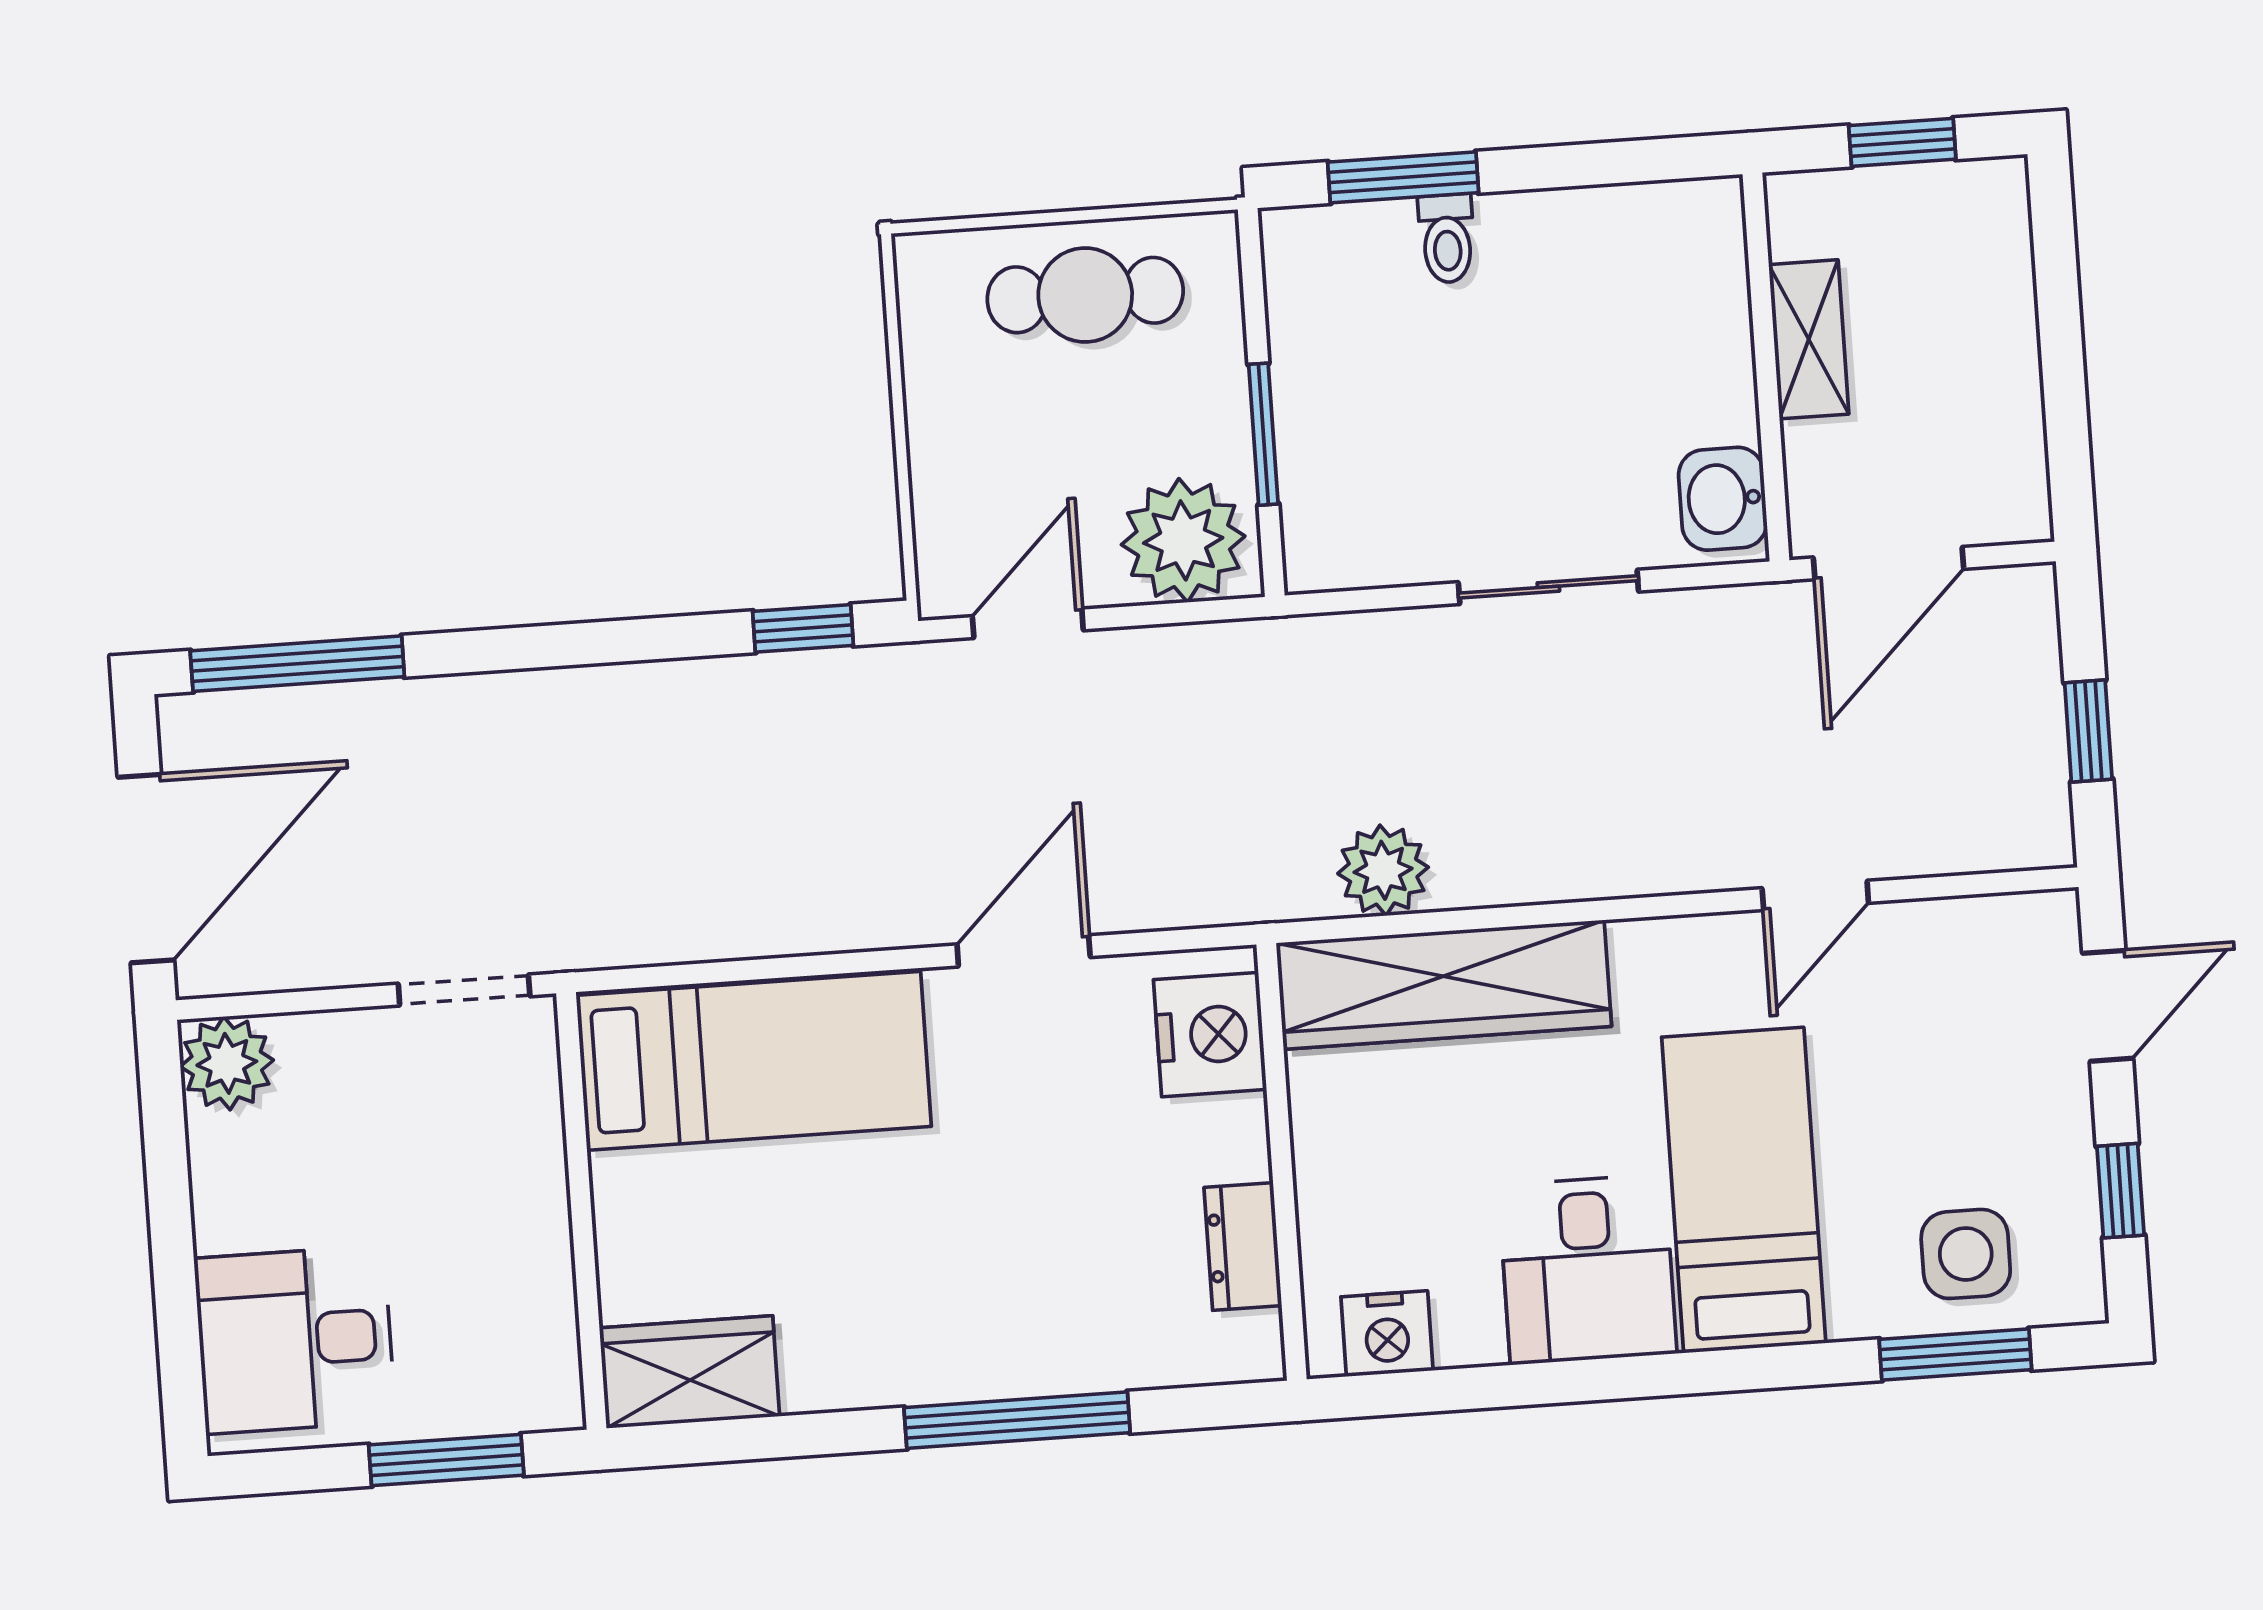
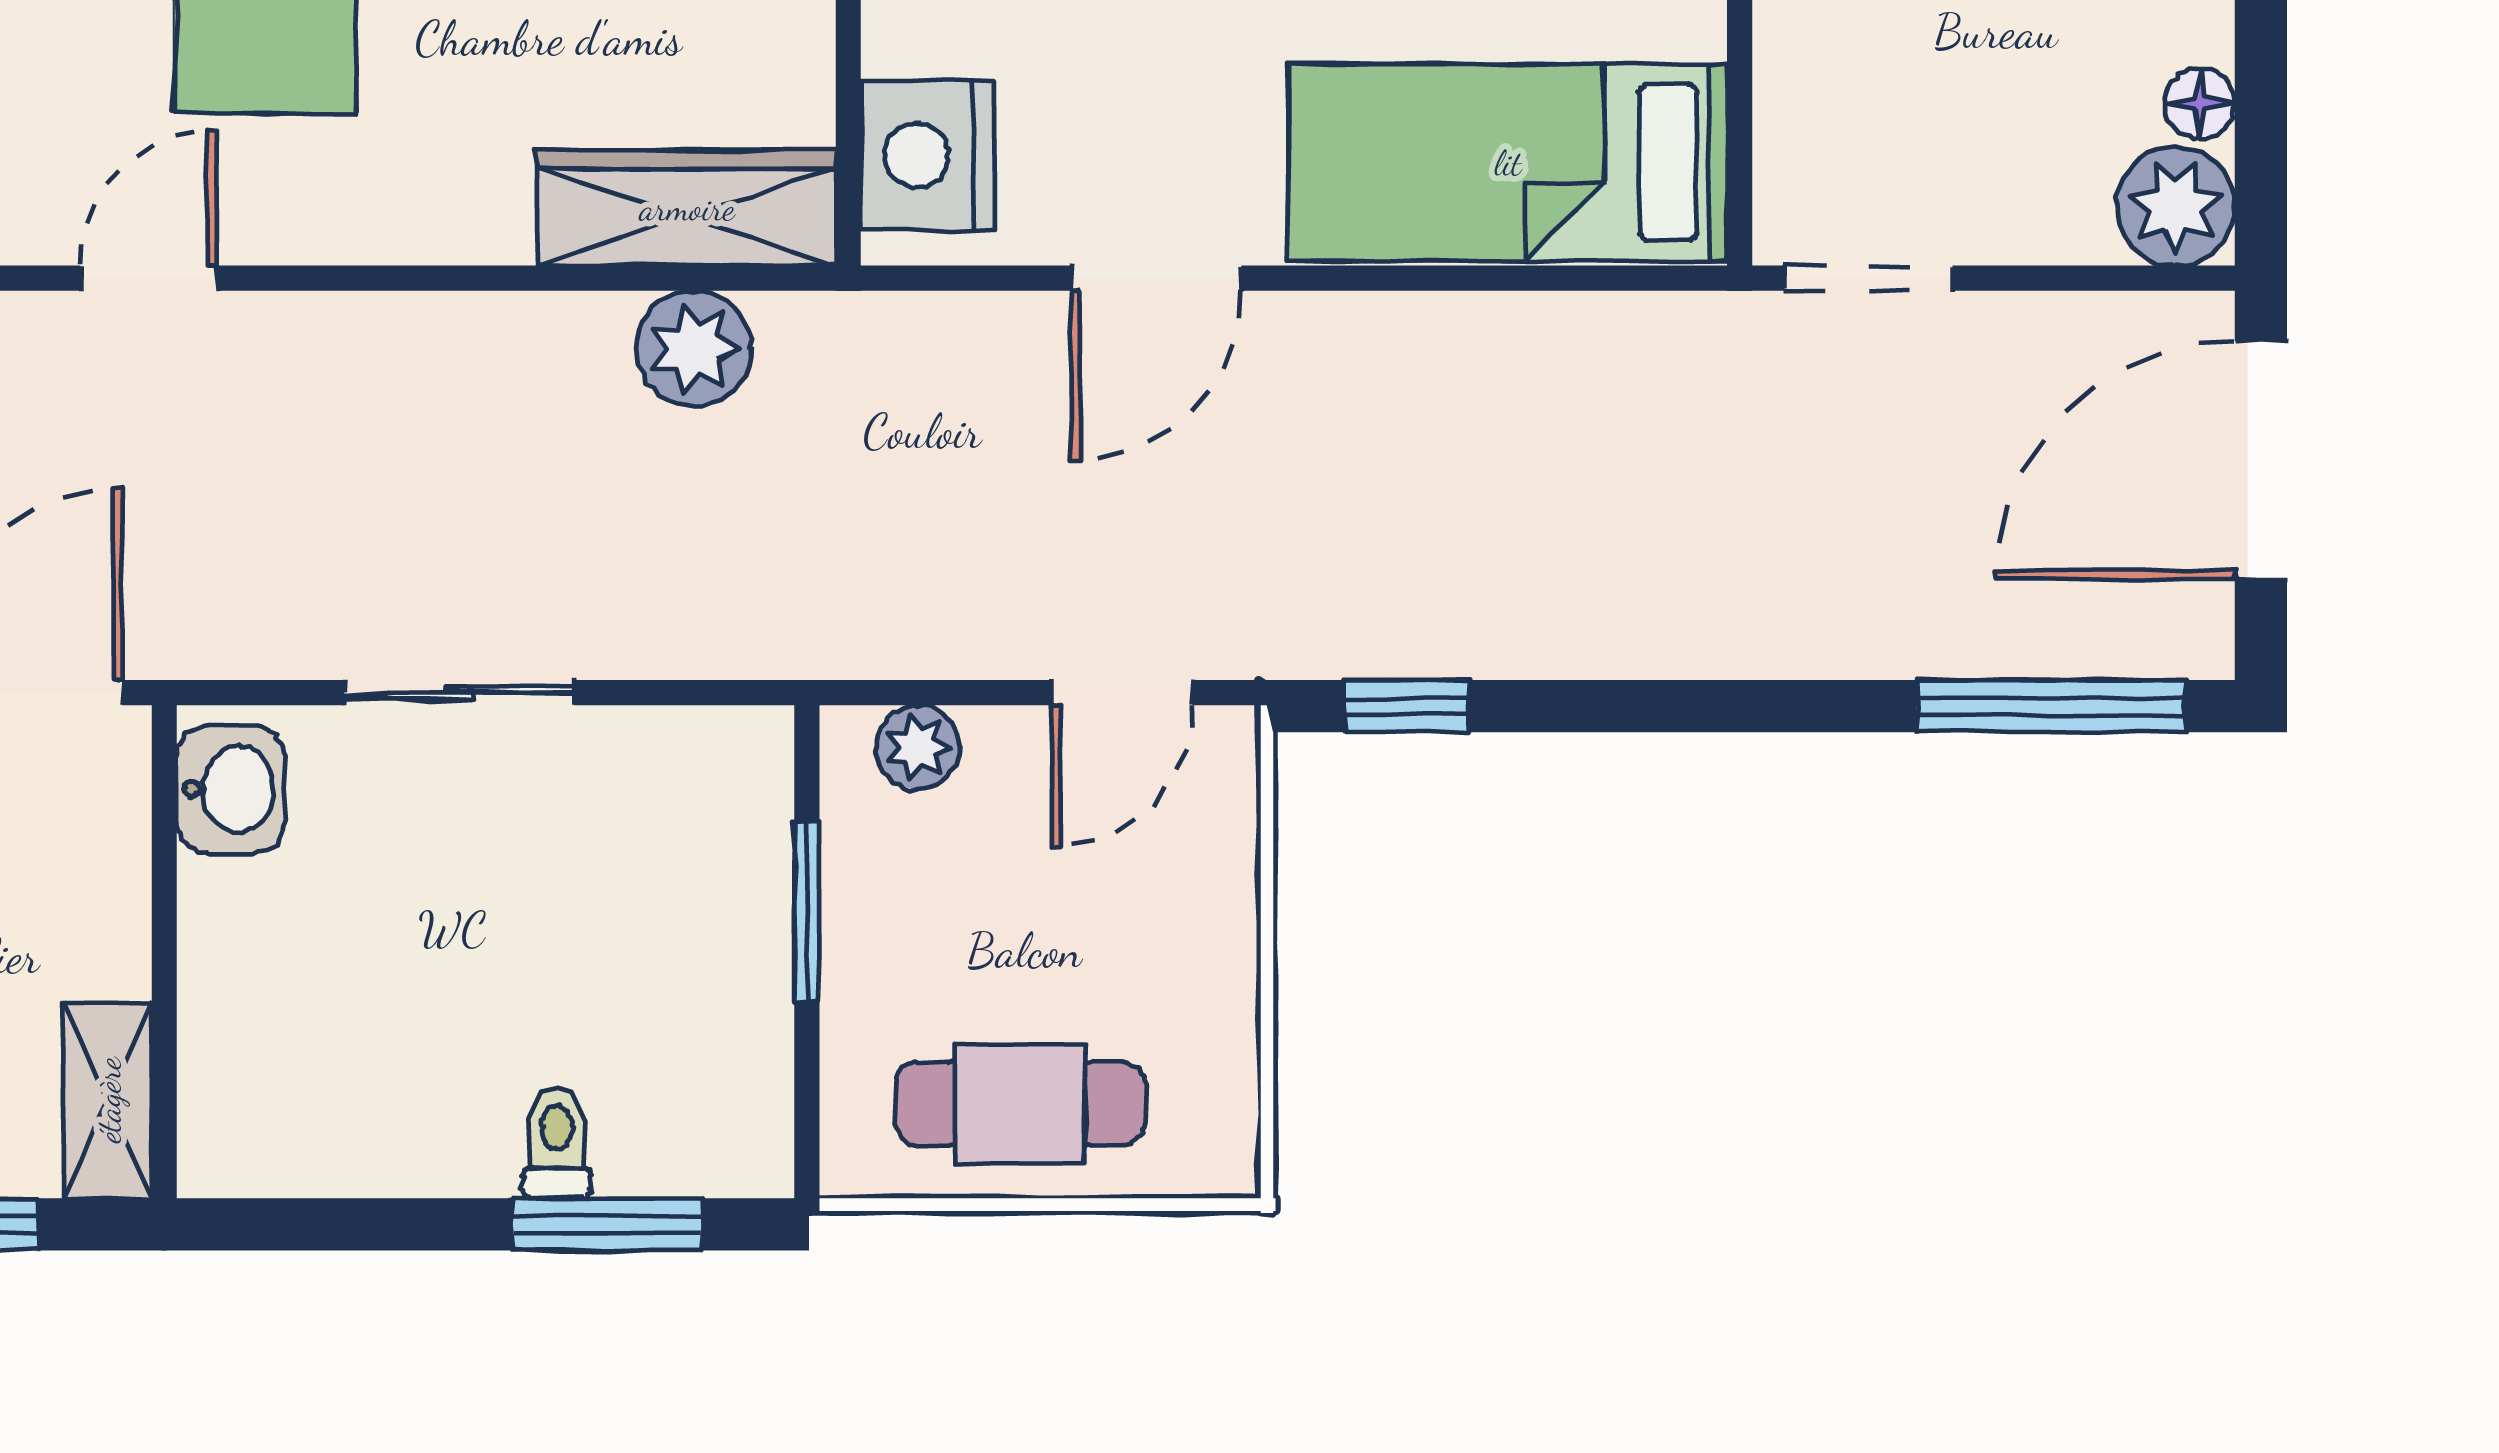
shelving: (1809, 339) -> (108, 1100), moved
plant: (1183, 540) -> (918, 747), width x0.53, depth x0.53
wardrobe: (1444, 985) -> (687, 208), width x0.71, depth x0.85
floor lamp: (213, 1145) -> (2200, 103), added

